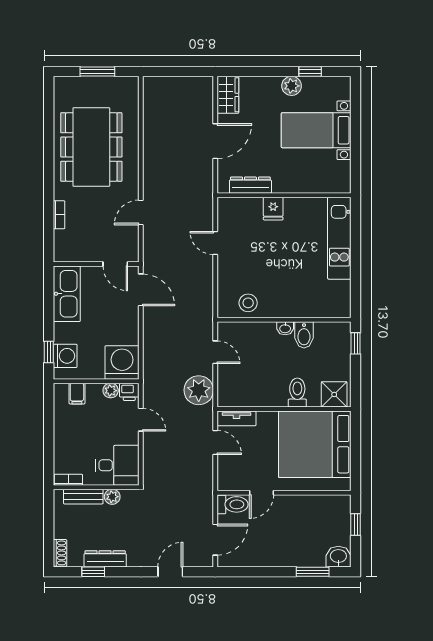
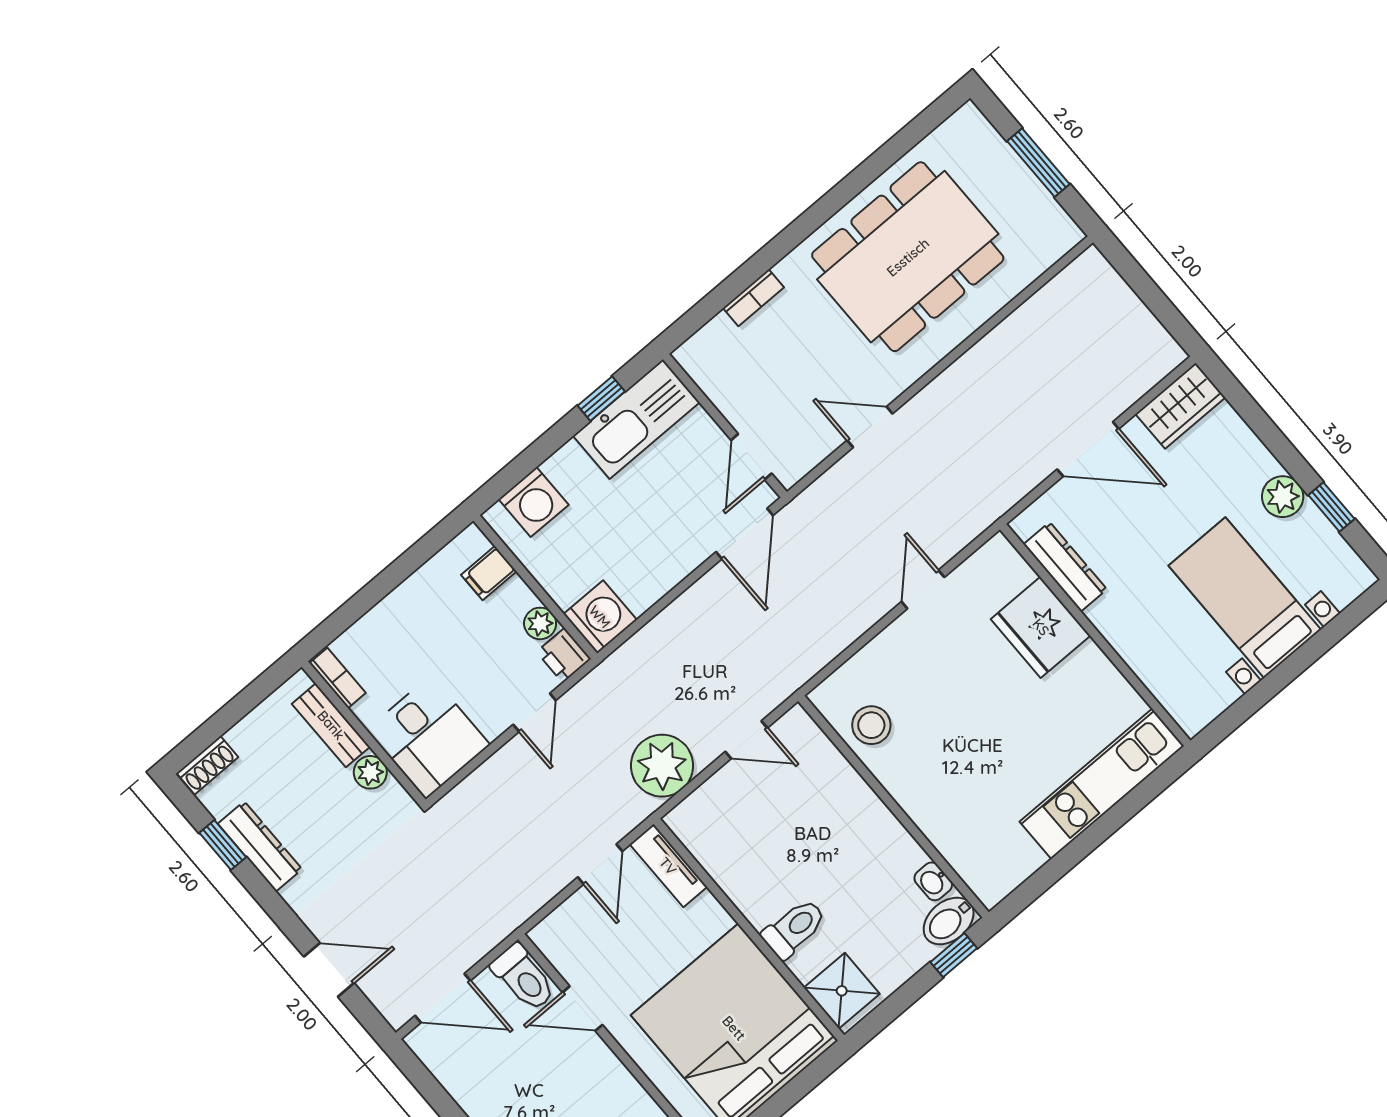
fridge: (273, 209) -> (1041, 627), width x1.88, depth x1.34
washbasin: (285, 328) -> (933, 881), moved
bidet: (304, 335) -> (949, 921), moved
window: (49, 352) -> (601, 399), moved
door: (215, 352) -> (746, 740), hinge flipped
washing machine: (122, 362) -> (600, 617), width x0.73, depth x0.73

